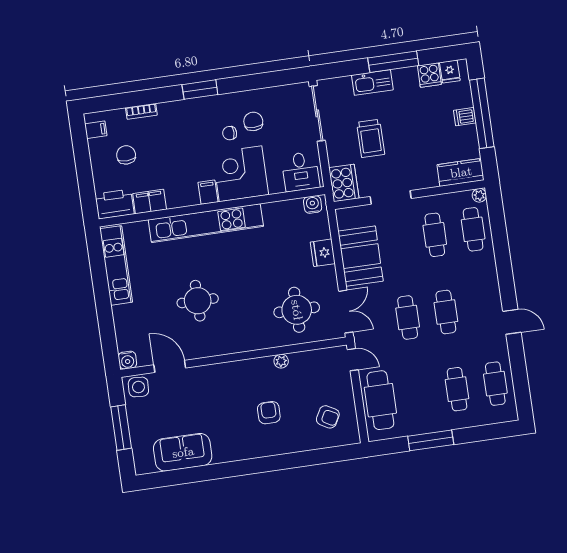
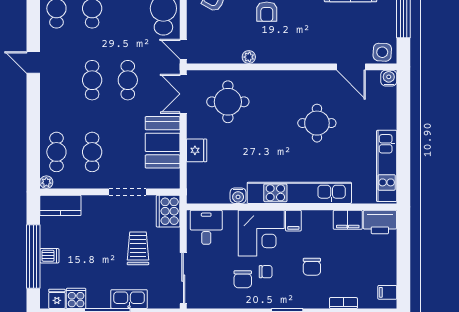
chair: (126, 155) -> (312, 267), moved
water cooler: (313, 204) -> (238, 196), moved

